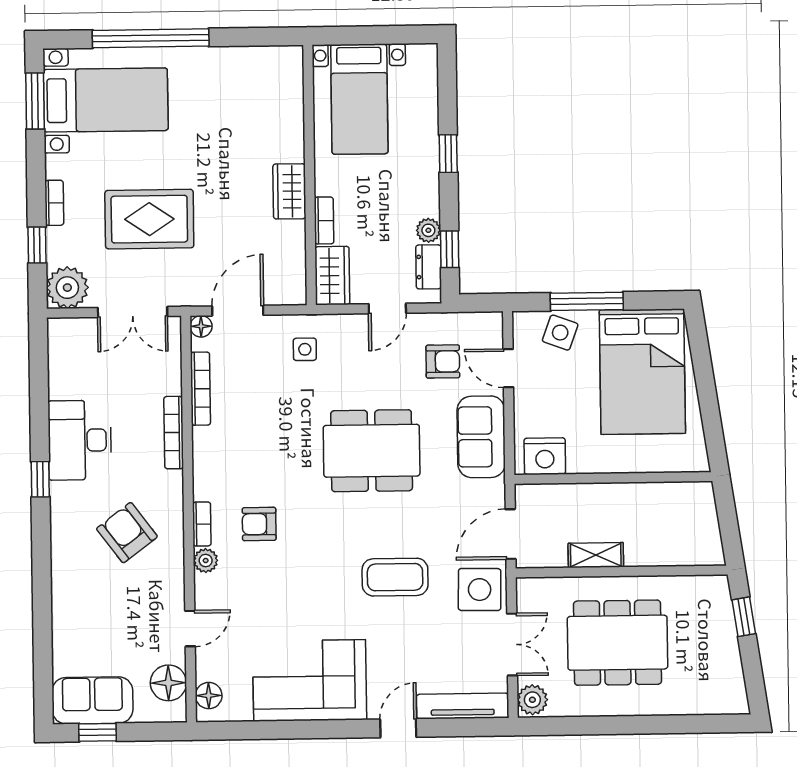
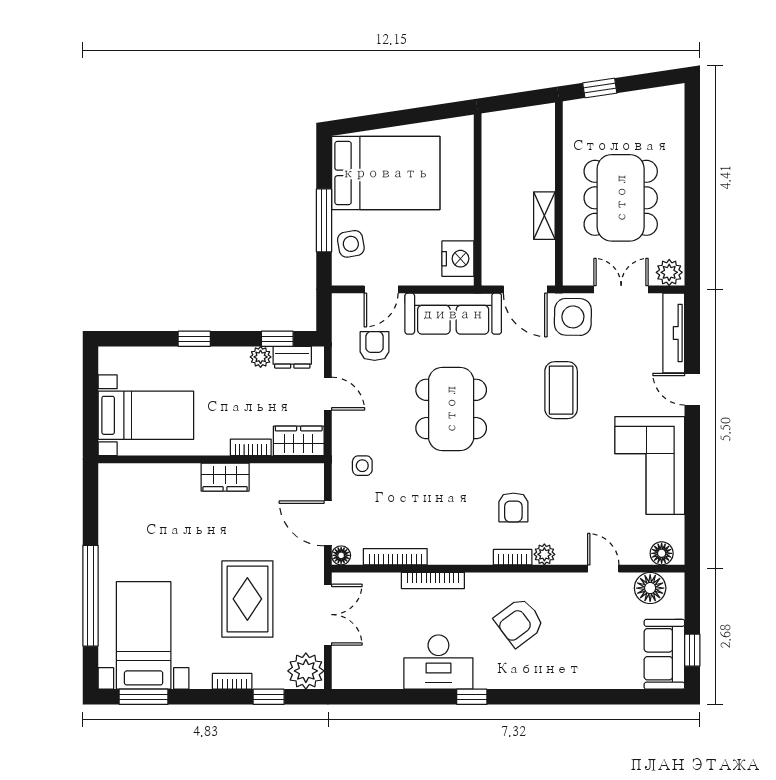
side table: (560, 333) -> (351, 244), turned -30
sofa: (481, 437) -> (453, 314), width x1.36

